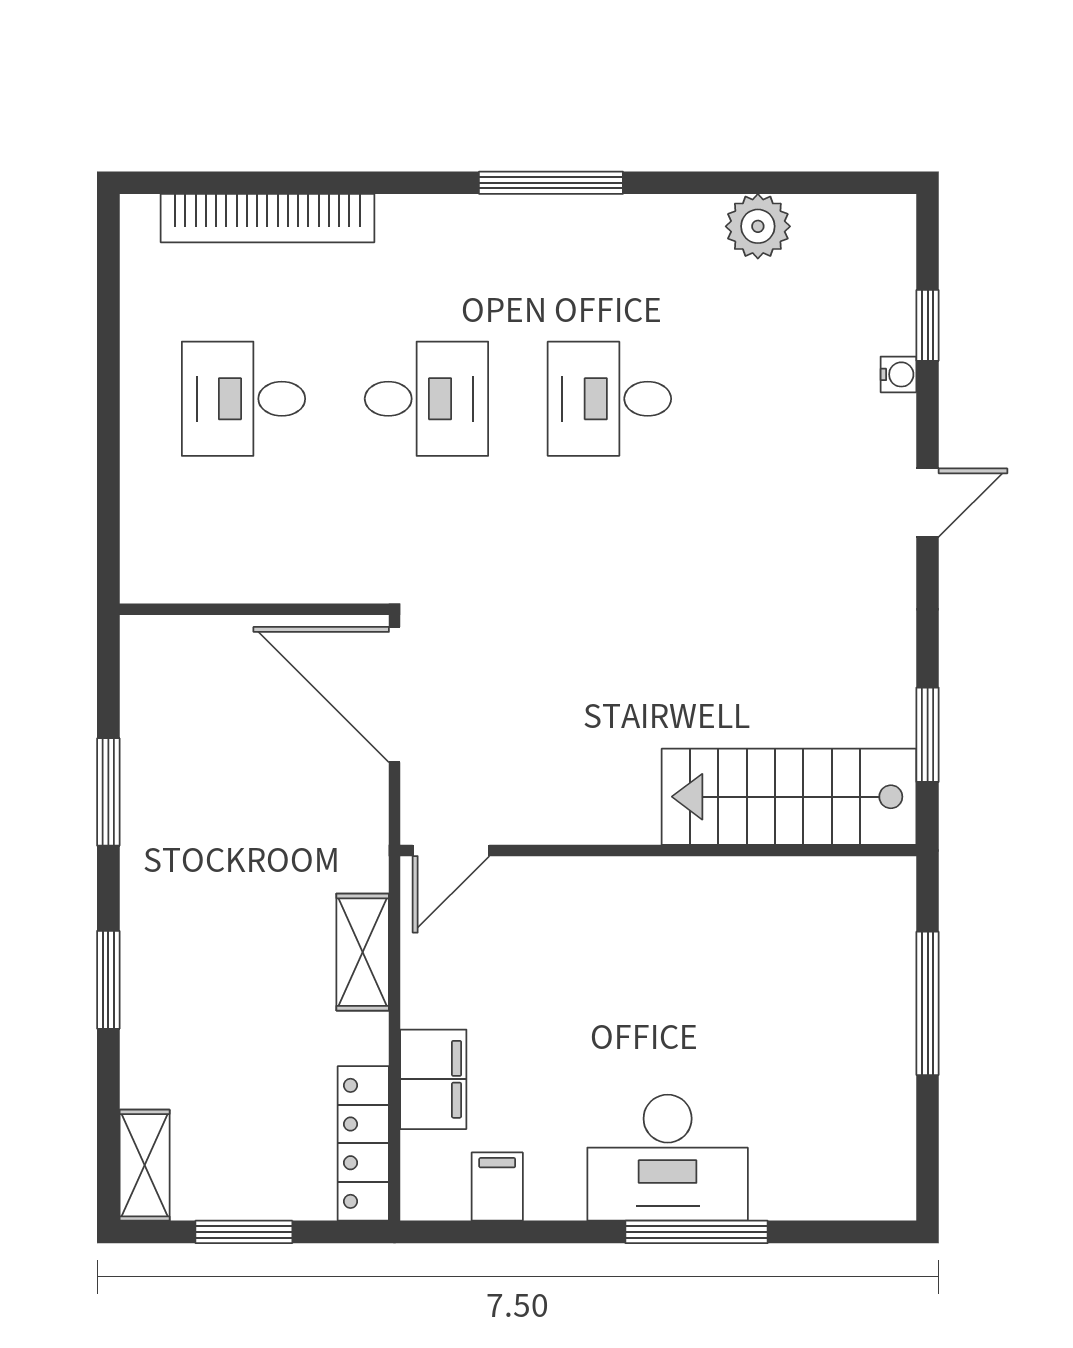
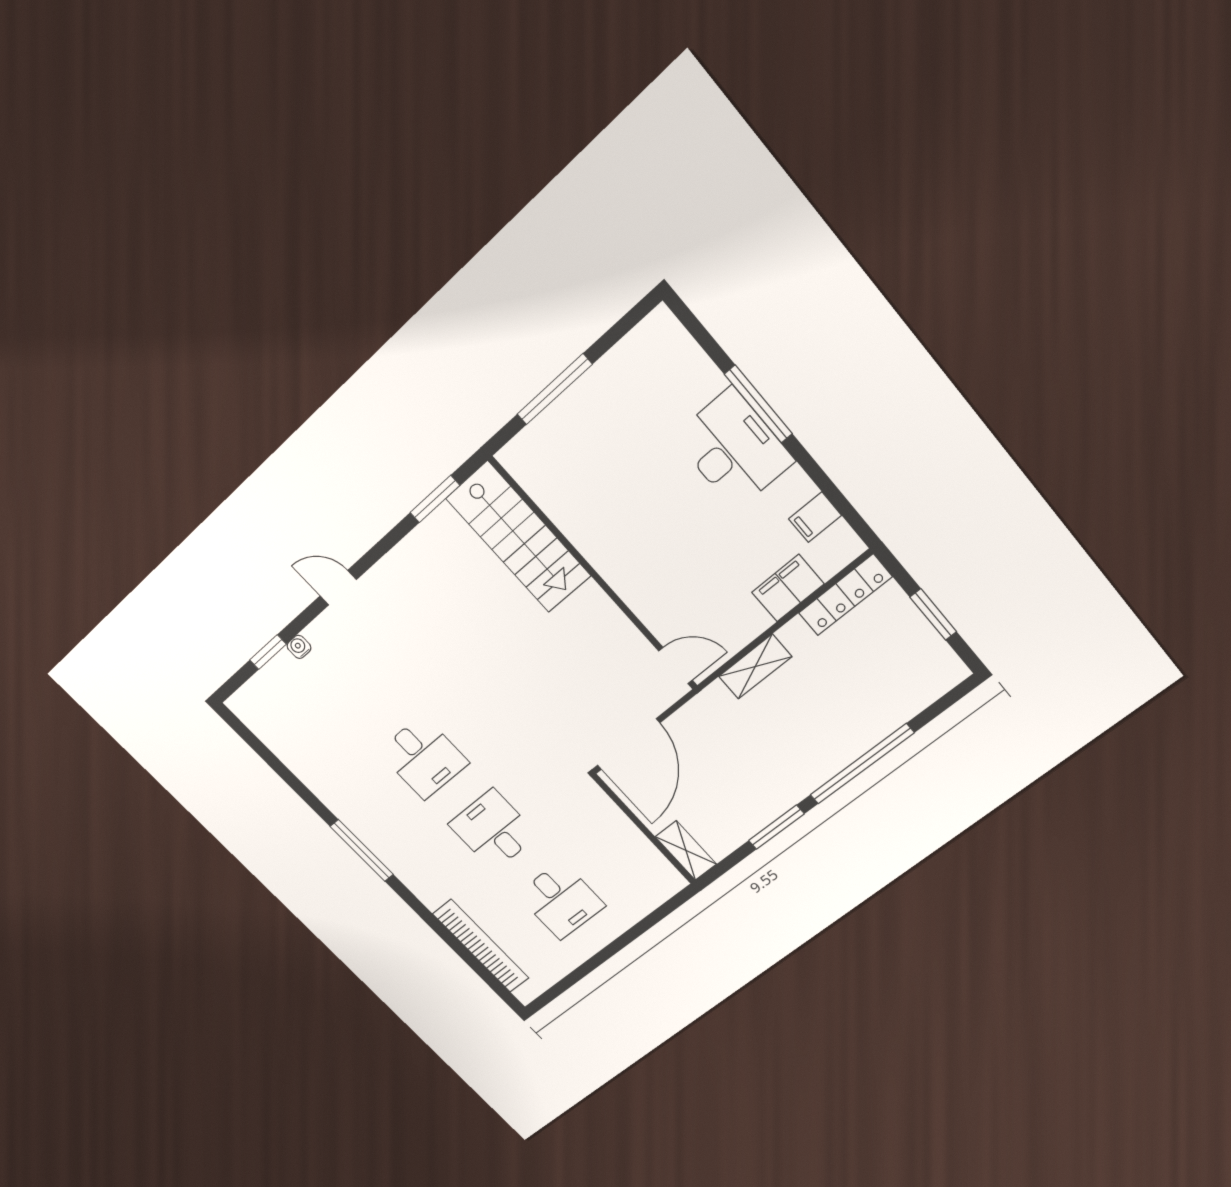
plant: (758, 226) -> (298, 756), removed
window: (108, 980) -> (862, 764), width x2.11
shelving: (145, 1165) -> (686, 850), moved, turned 90

